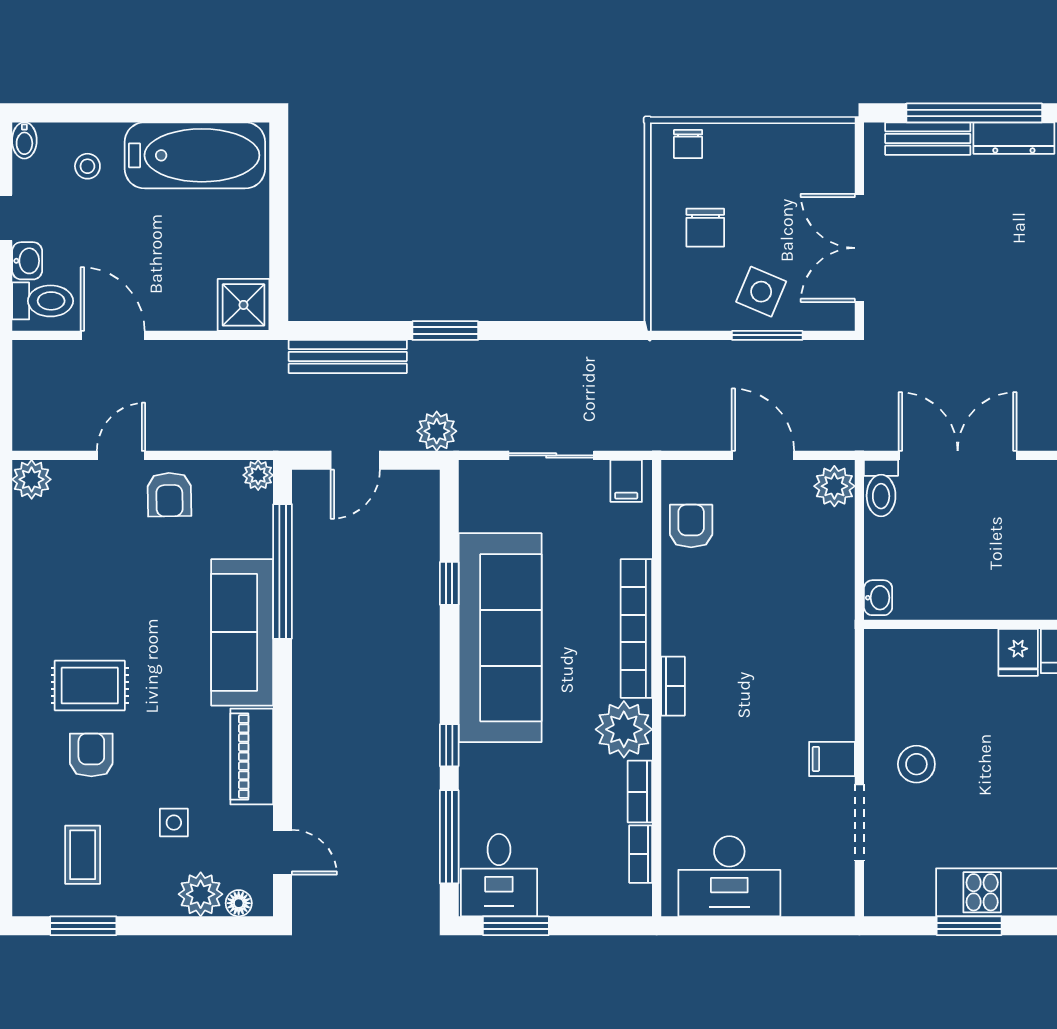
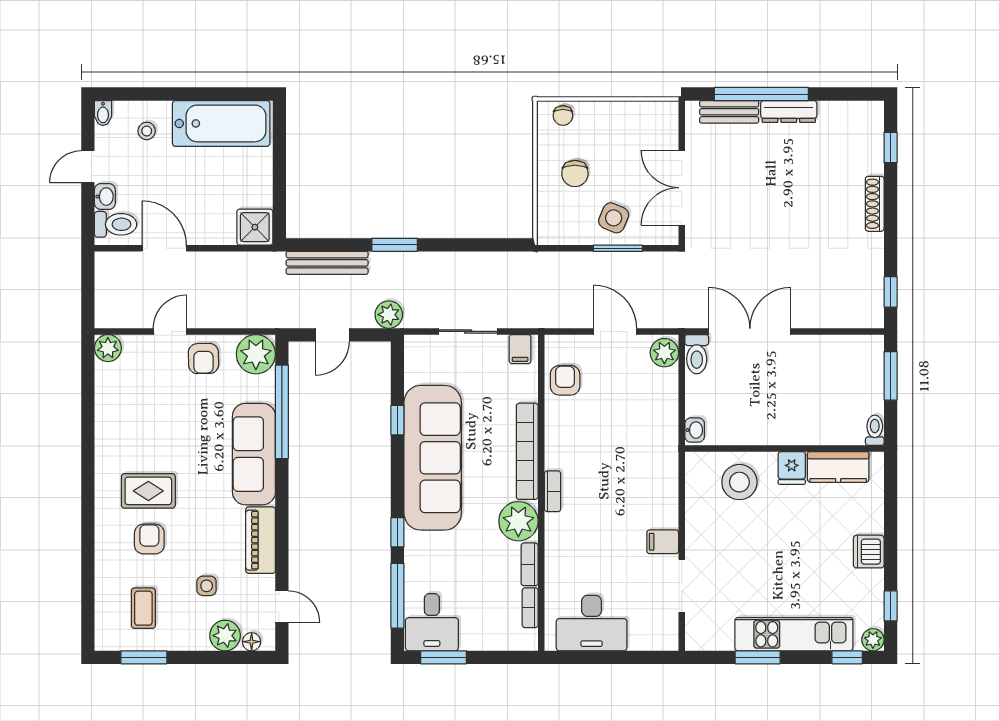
plant: (258, 475) -> (256, 354), width x1.88, depth x1.88
stool: (916, 764) -> (739, 482), moved, width x1.38, depth x1.38

